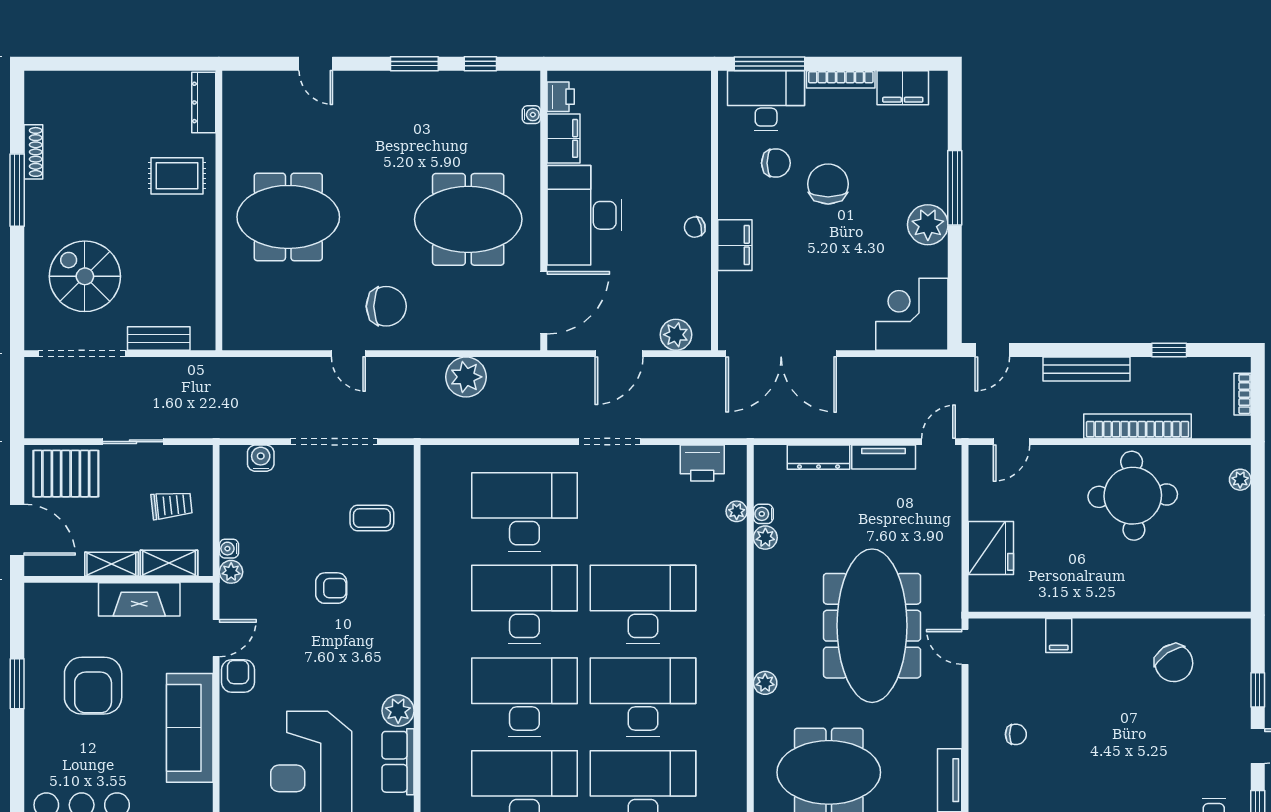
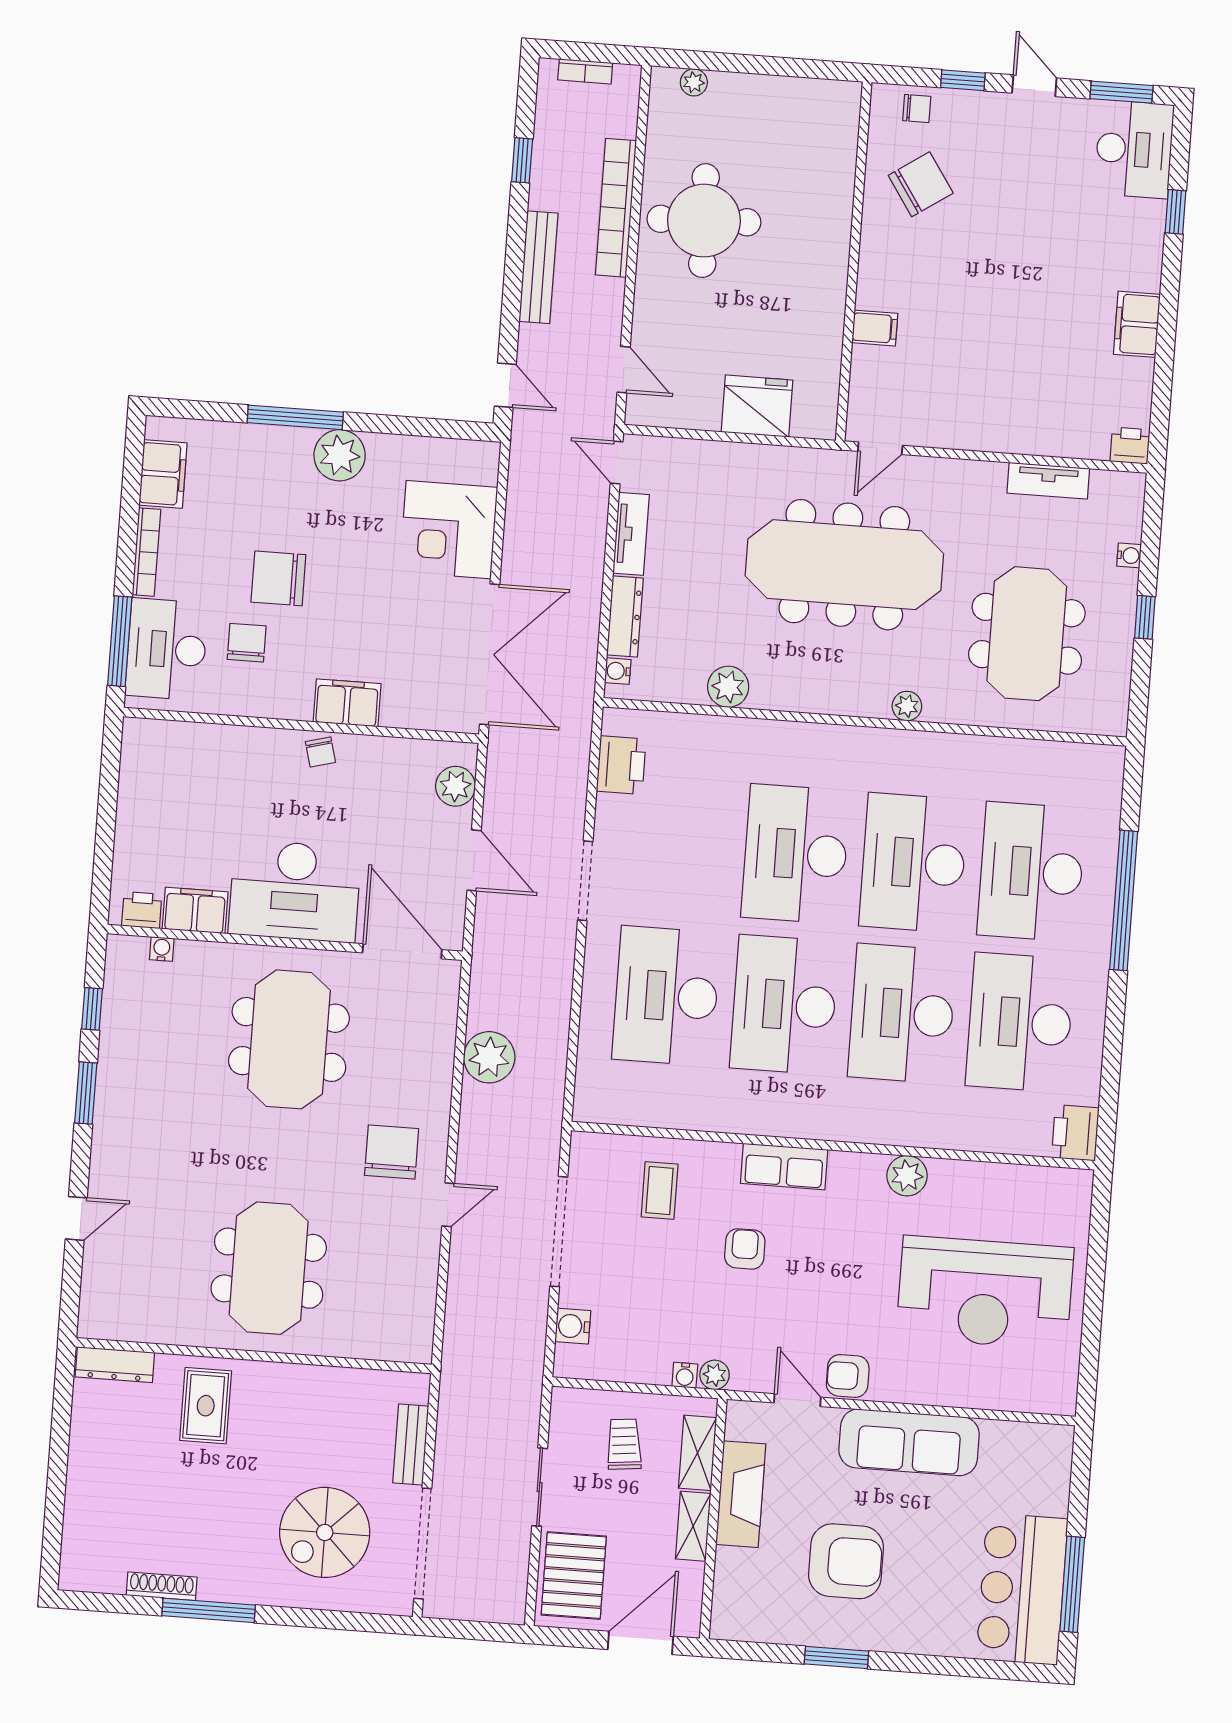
corner desk: (912, 314) -> (449, 530), moved
plant: (737, 511) -> (686, 726), removed
water cooler: (763, 514) -> (618, 671), moved, turned 90
plant: (765, 538) -> (728, 687), width x1.38, depth x1.38
chair: (1016, 734) -> (917, 109), moved, turned 90
row of seats: (398, 762) -> (784, 1166), moved

